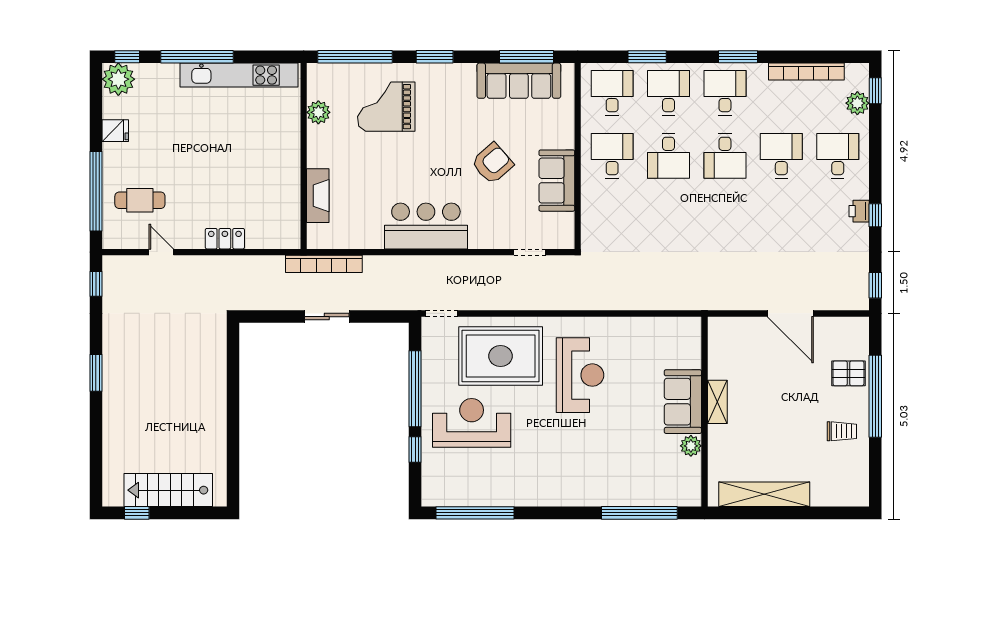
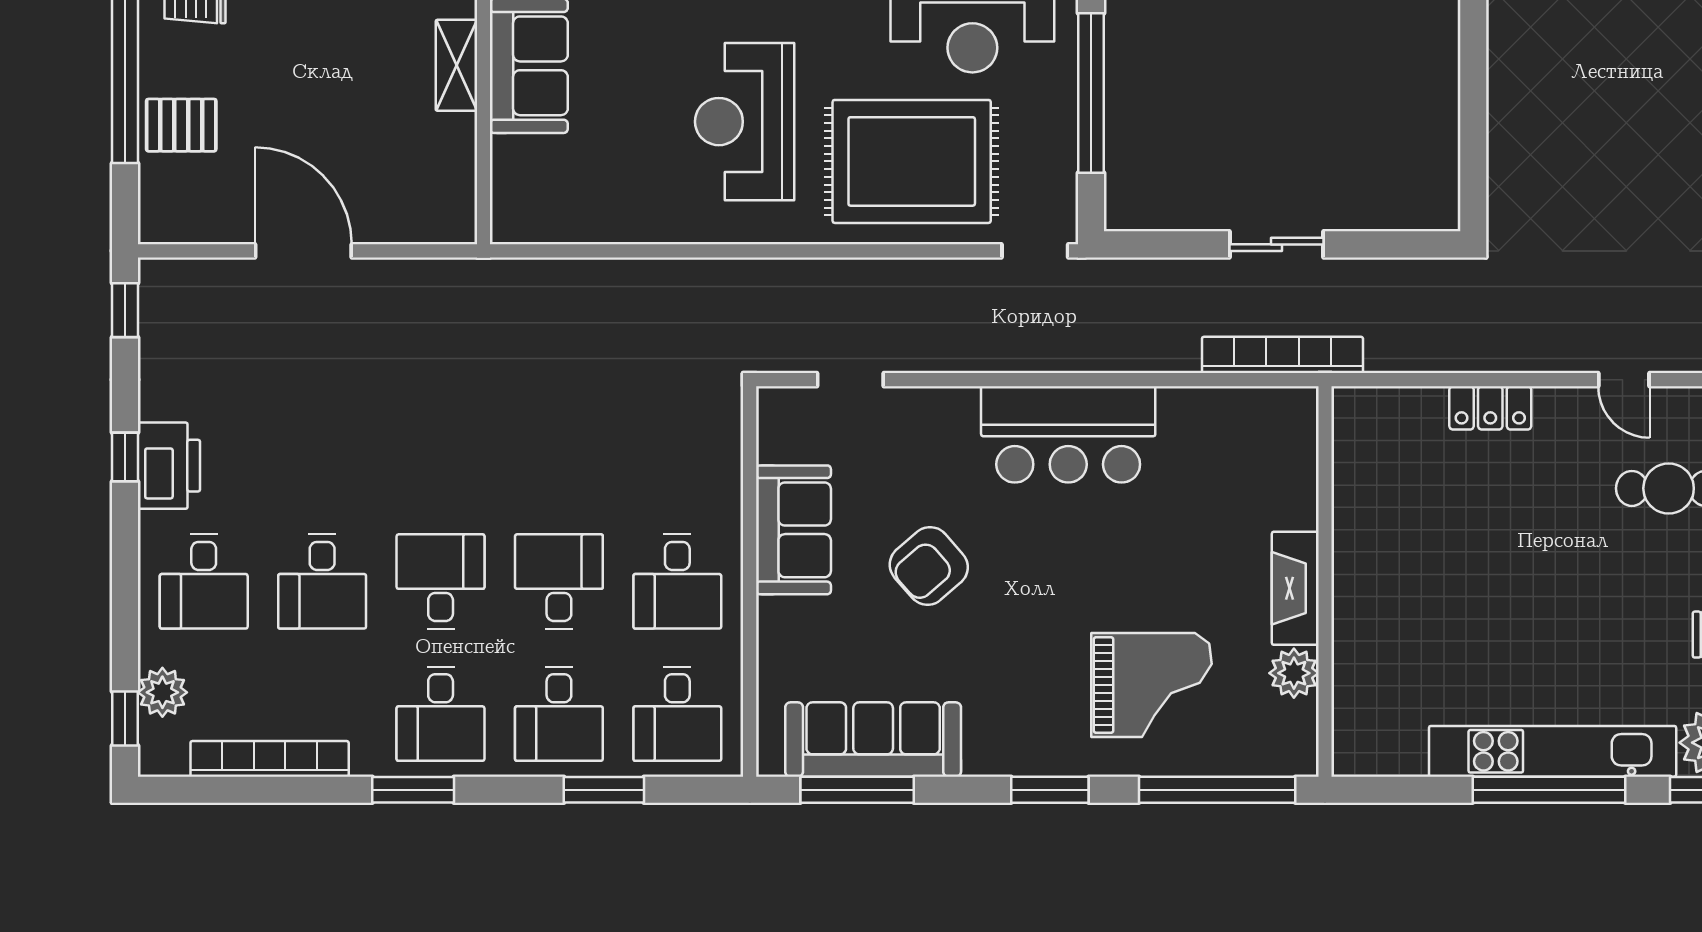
kitchen unit: (239, 75) -> (1553, 751), moved
fireplace: (318, 196) -> (1295, 588), moved
printer: (859, 211) -> (169, 466), width x1.87, depth x1.48

